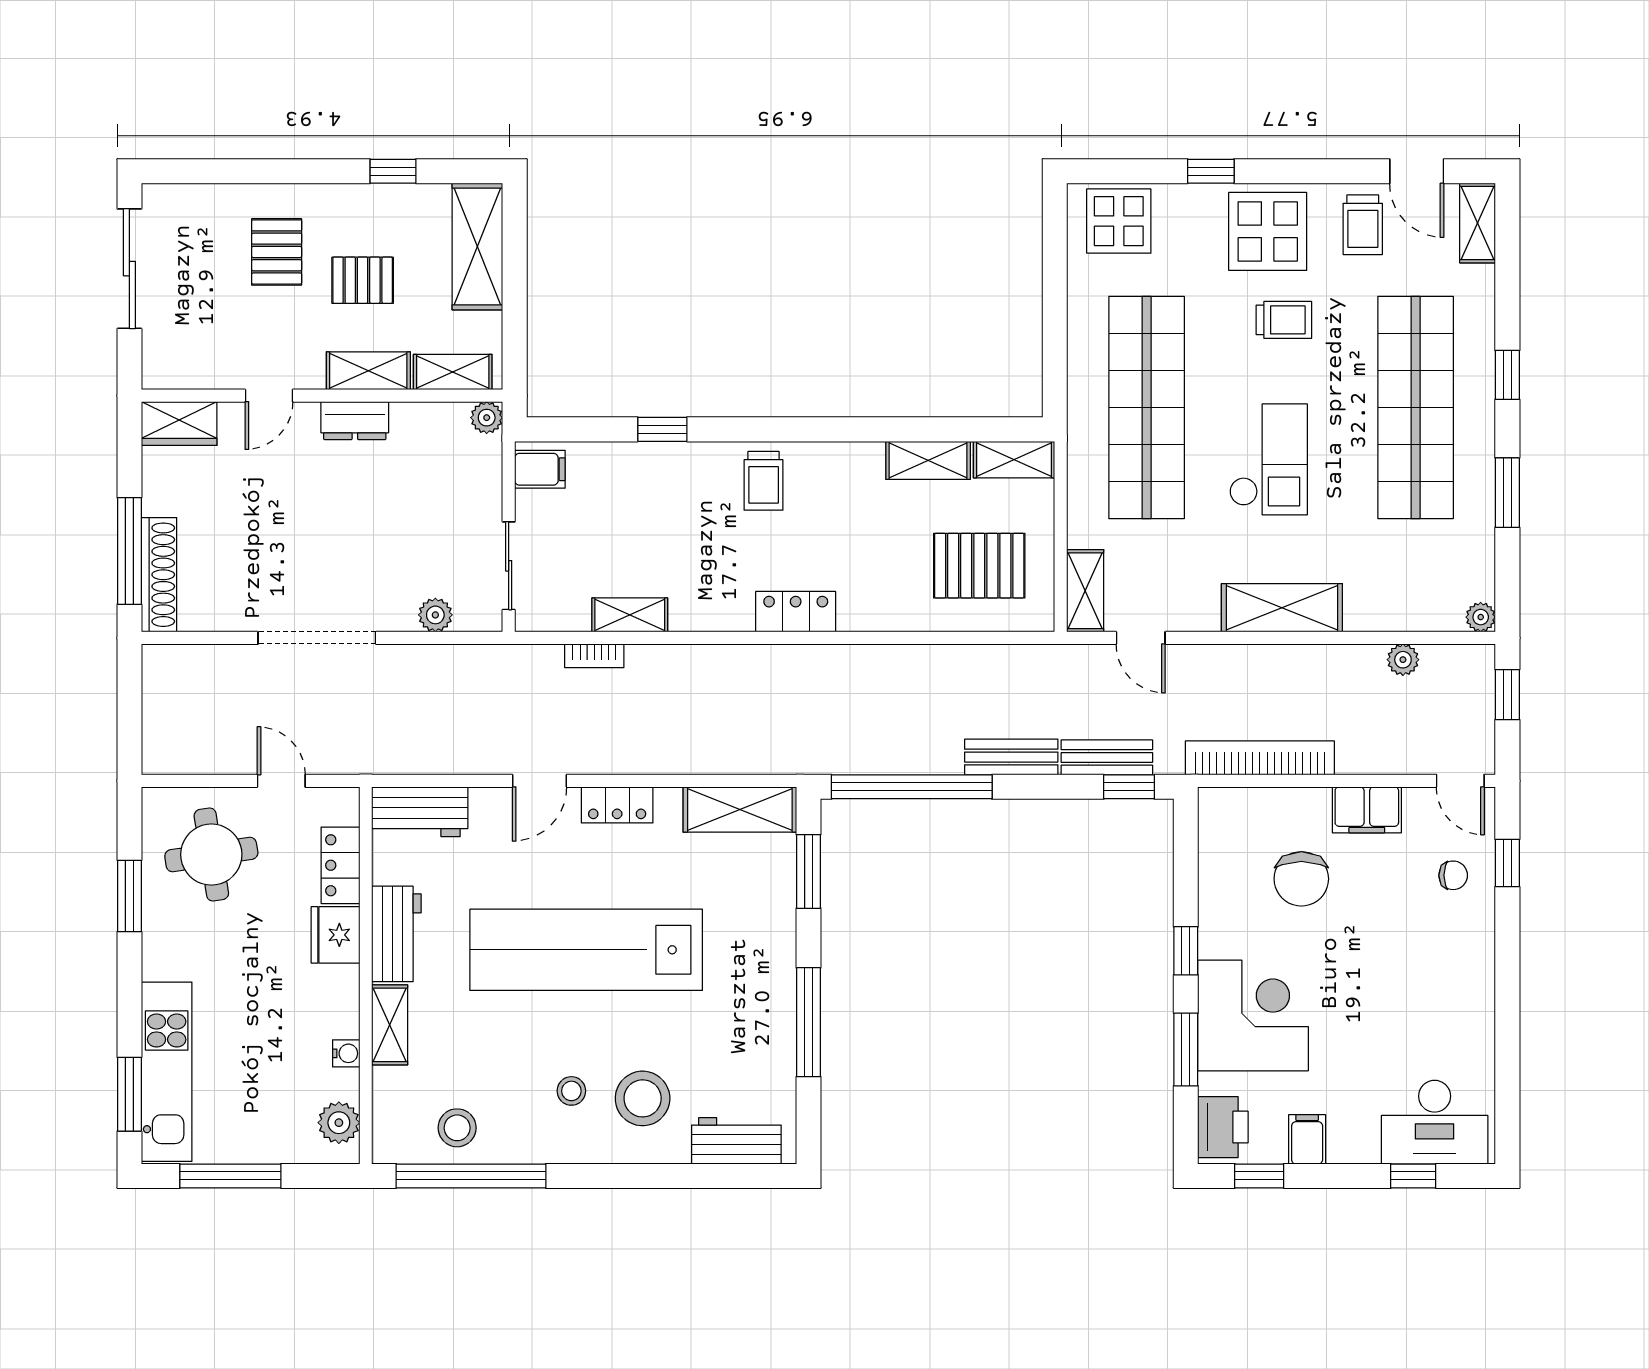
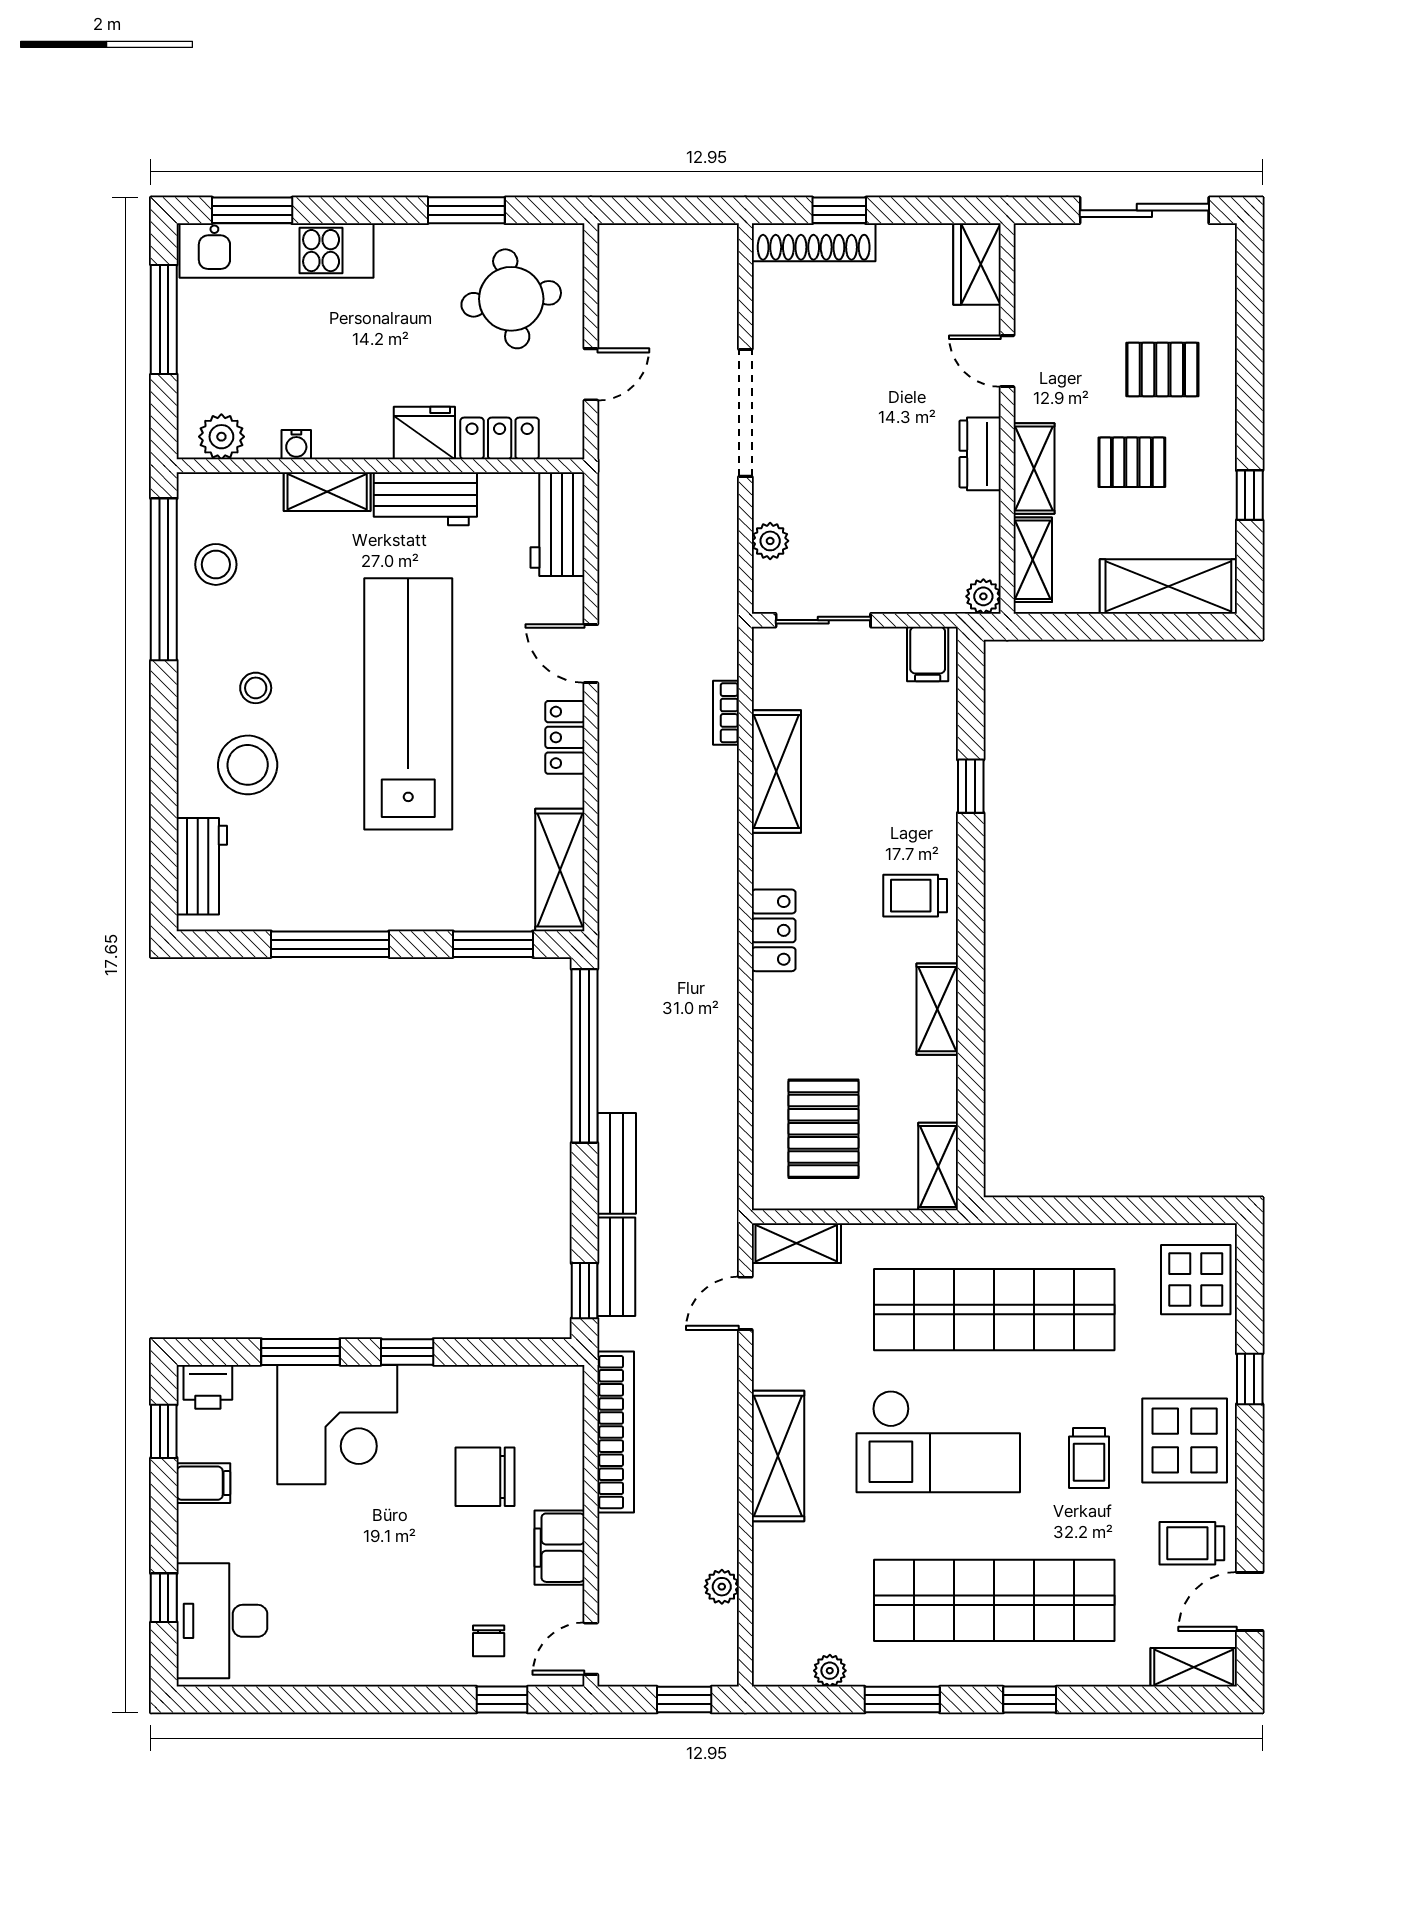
pallet: (363, 280) -> (1132, 462), turned 90
checkout: (1268, 459) -> (938, 1441), width x1.36, depth x1.21
shelving: (928, 460) -> (937, 1009), moved
window: (129, 551) -> (839, 210), width x0.46
shelving: (630, 615) -> (776, 771), width x1.50, depth x1.33
plant: (1481, 617) -> (830, 1671), moved
printer: (1223, 1127) -> (208, 1387), width x0.73, depth x0.81

